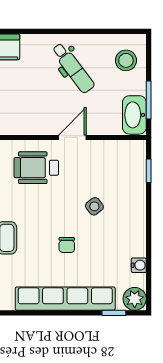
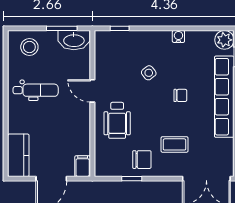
dental chair: (73, 68) -> (36, 90), turned 37
water cooler: (139, 265) -> (178, 36), moved

